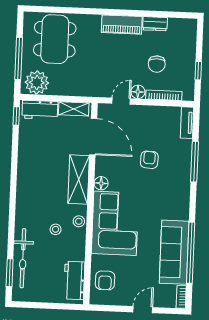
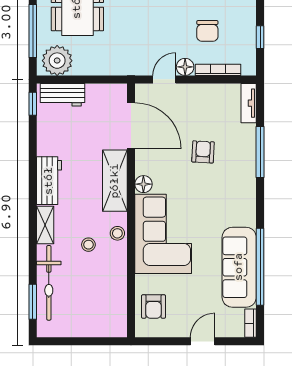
shelving: (74, 109) -> (45, 225), moved, turned 90
workbench: (74, 280) -> (49, 181), moved, turned 180

